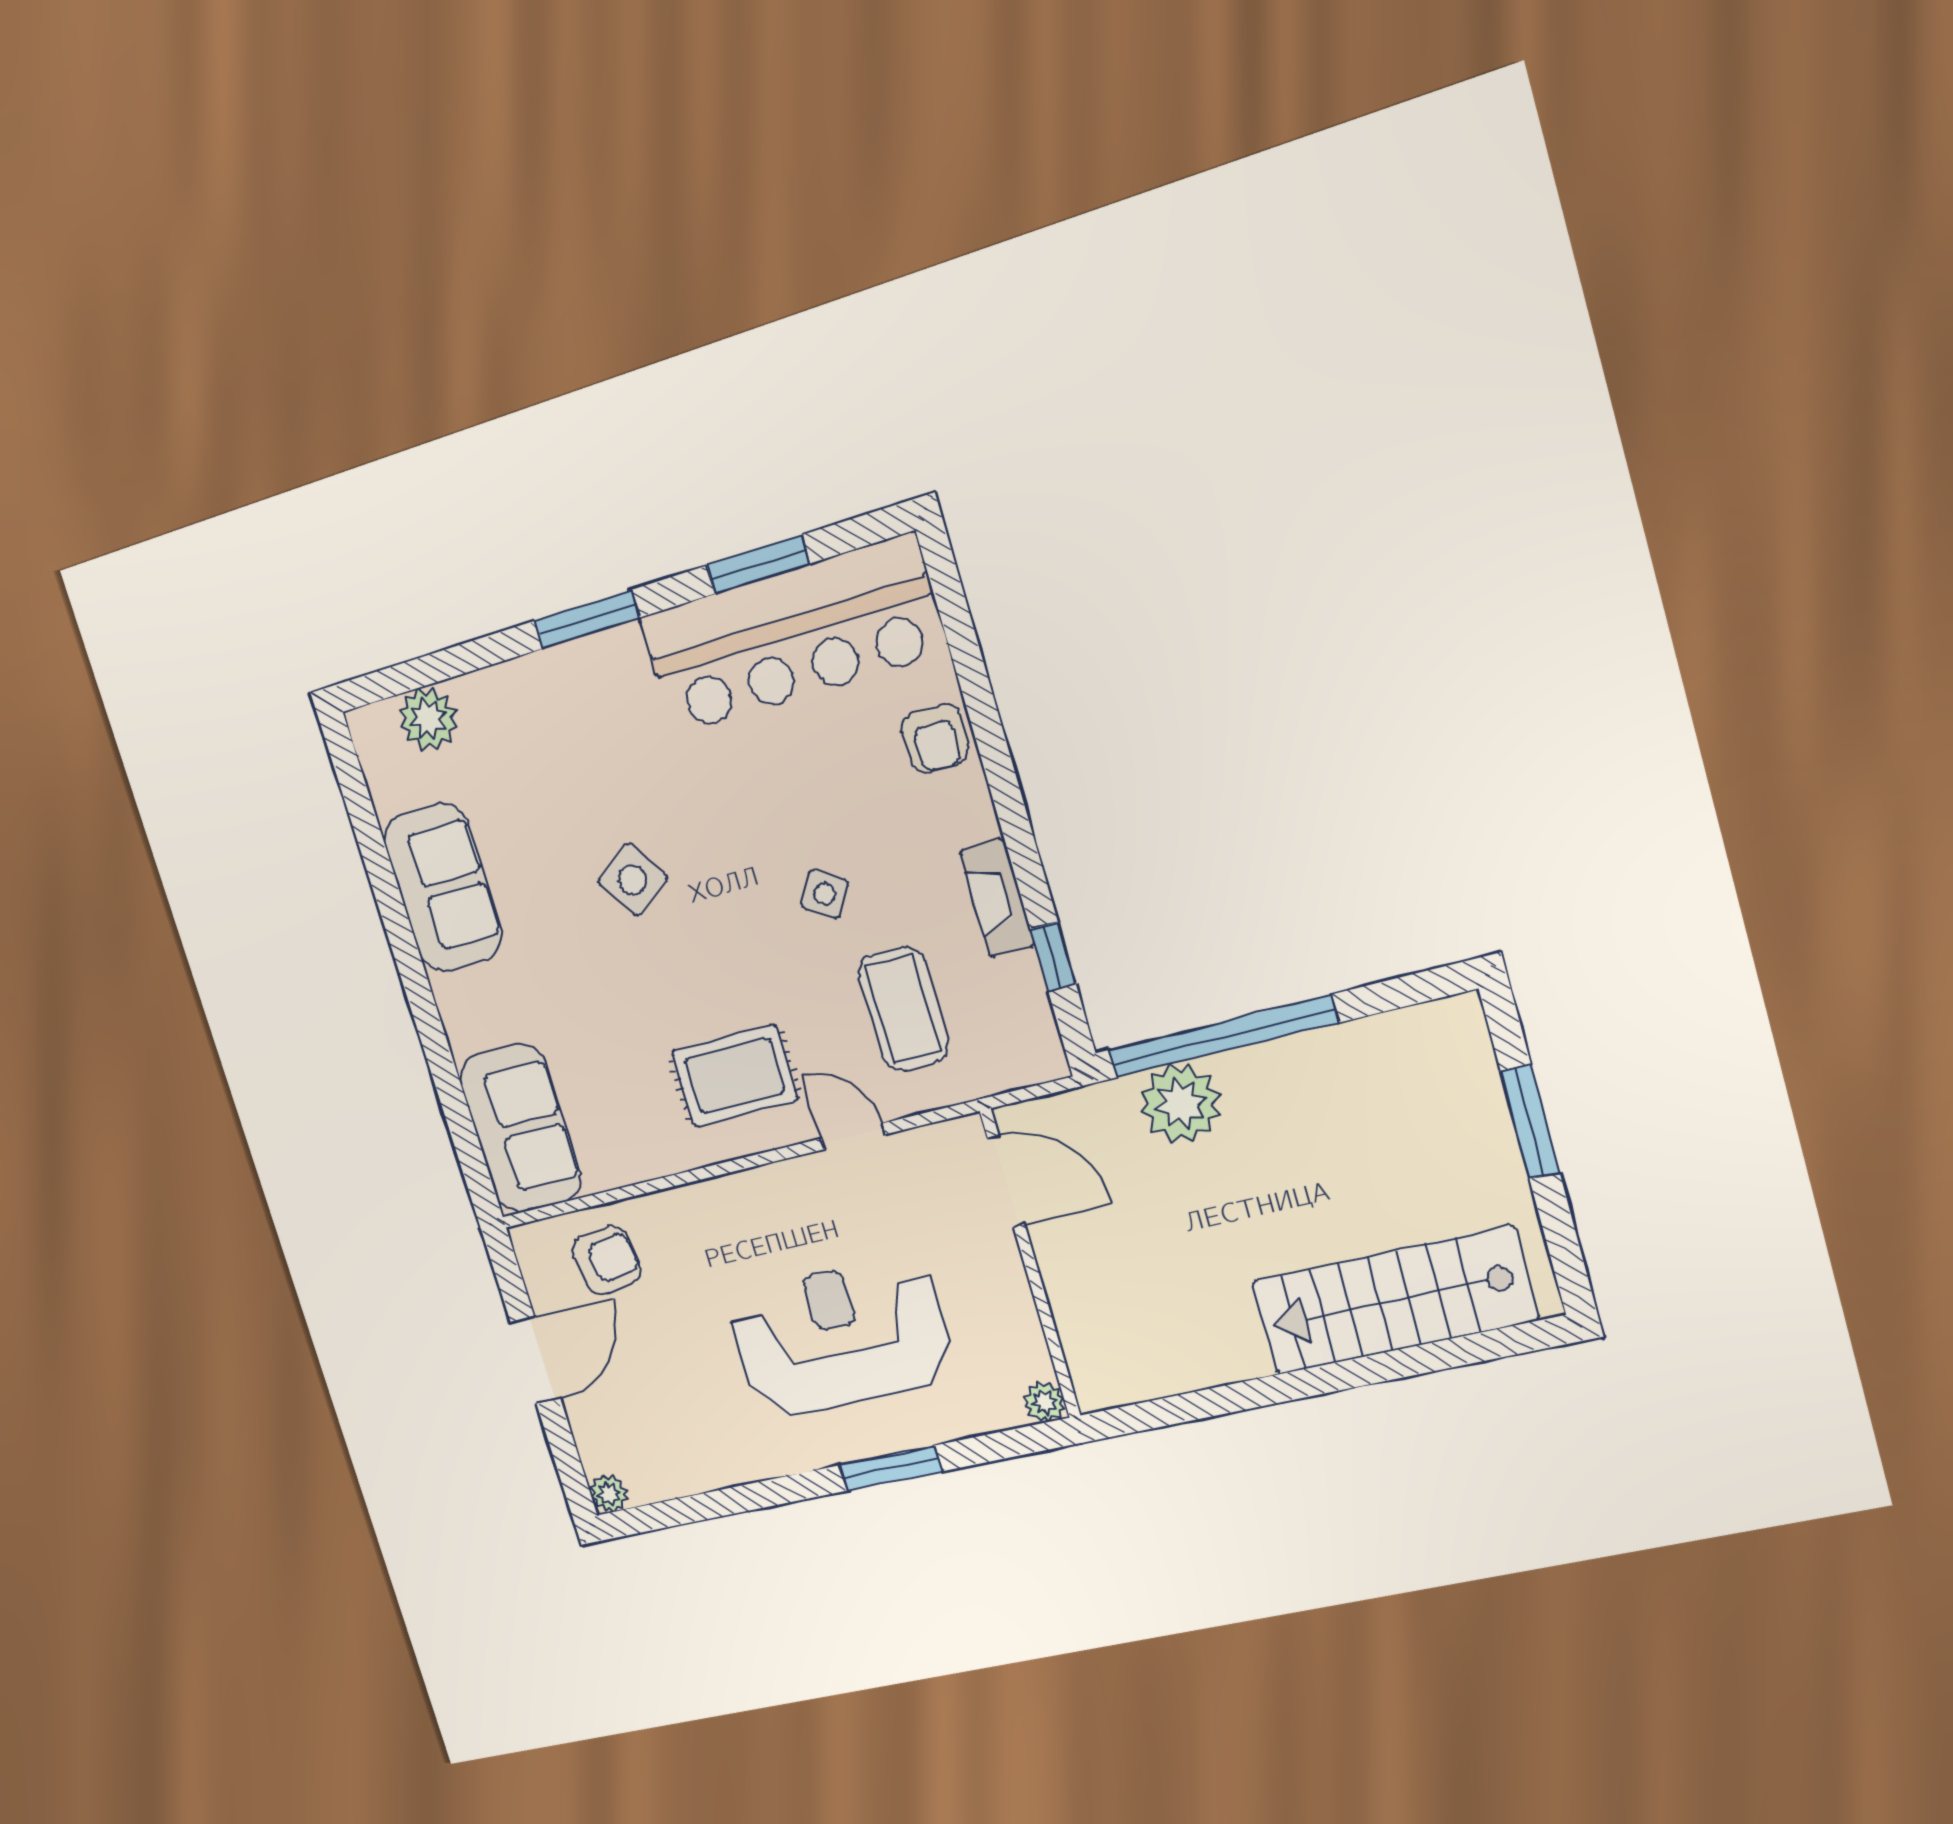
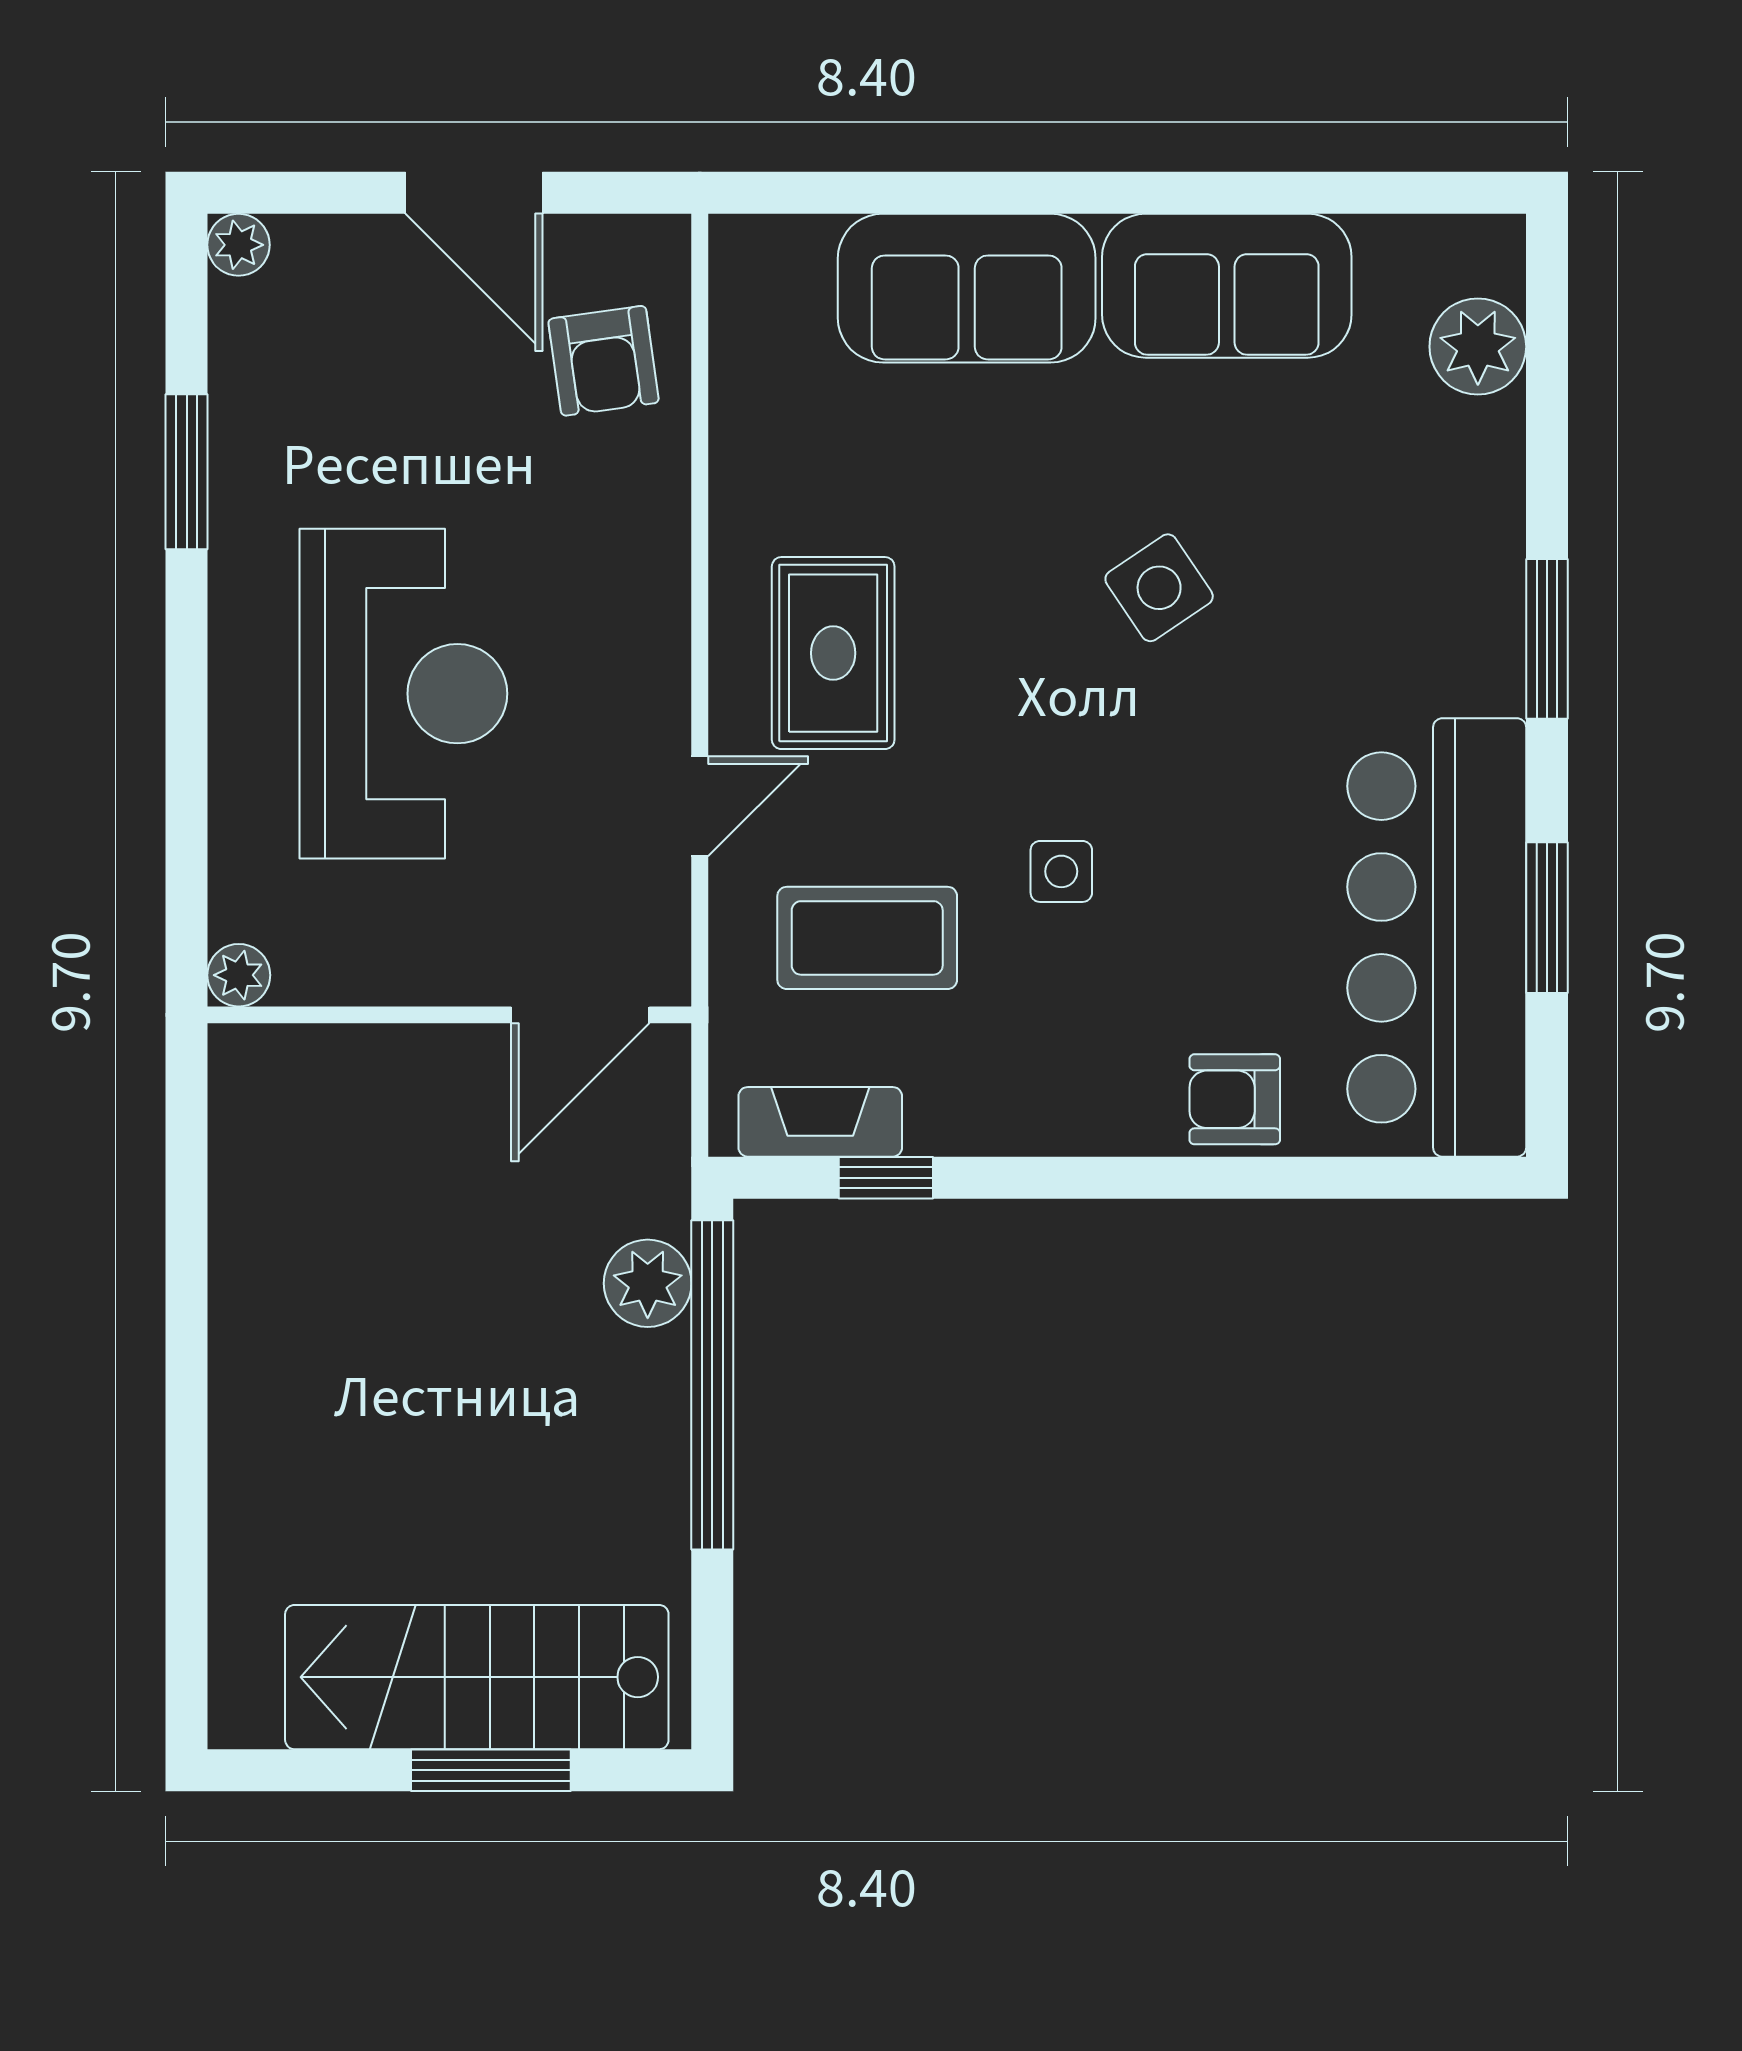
side table: (824, 894) -> (1061, 871), turned -31
fireplace: (997, 898) -> (820, 1122), moved
plant: (1181, 1104) -> (648, 1283), width x0.73, depth x0.73
sofa: (520, 1128) -> (967, 288), moved
stairs: (1394, 1301) -> (477, 1677), moved, turned -90
window: (891, 1468) -> (187, 472), moved

